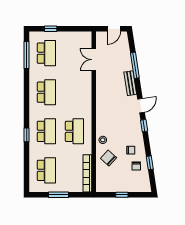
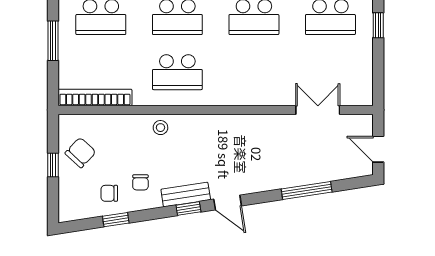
bench: (130, 83) -> (186, 195), moved
chair: (109, 158) -> (80, 153), moved

